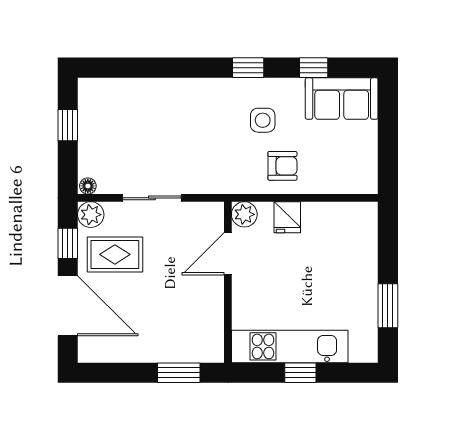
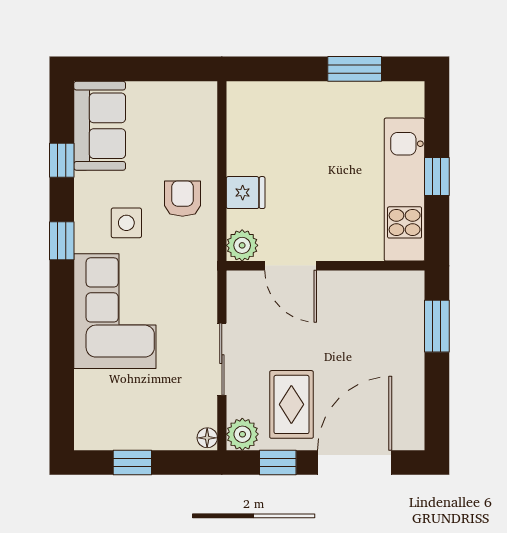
corner sofa: (191, 111) -> (115, 311), added

